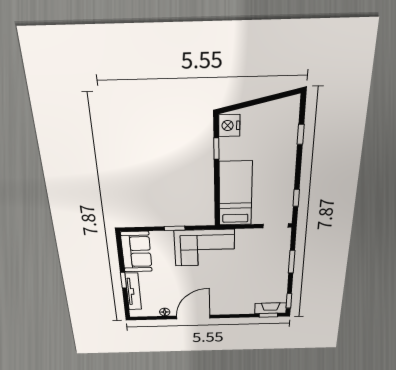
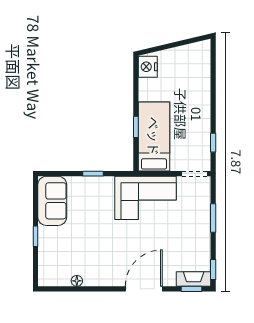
window: (301, 134) -> (213, 77), removed
window: (216, 149) -> (136, 127), moved
corner sofa: (204, 248) -> (146, 198), moved
tv unit: (133, 291) -> (45, 251), removed
door: (193, 317) -> (144, 289), moved

